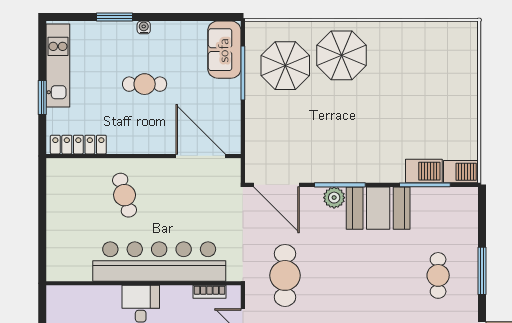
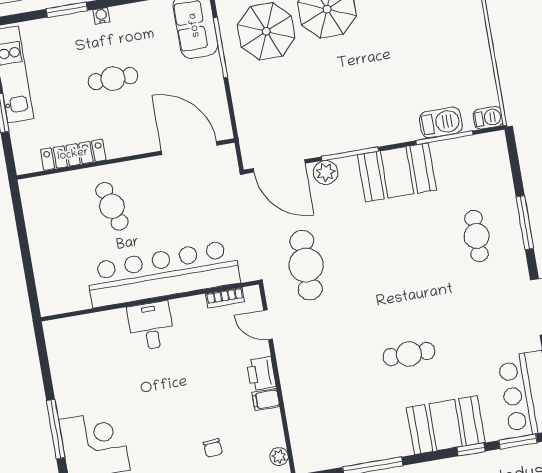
locker: (78, 145) -> (73, 155), moved
barbecue: (461, 172) -> (488, 118), width x0.73, depth x0.79
plant: (334, 198) -> (326, 172), moved

